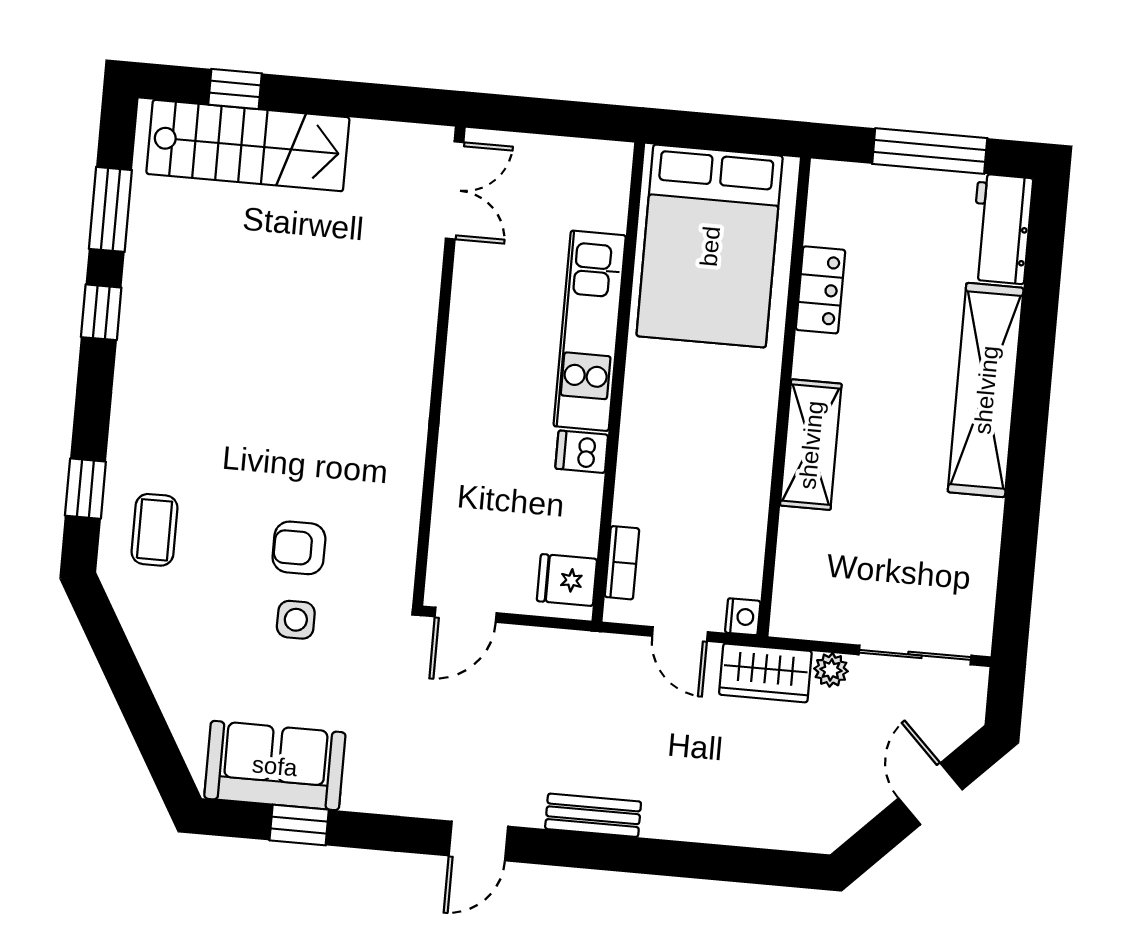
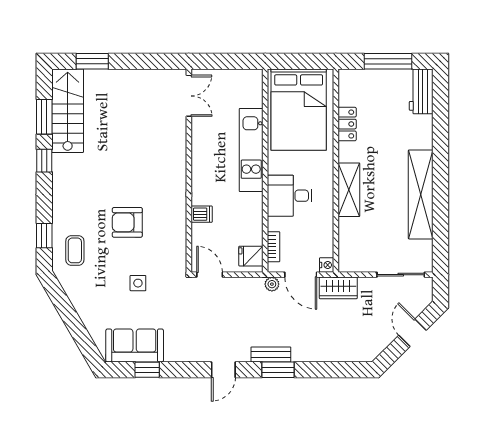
window: (235, 89) -> (92, 61), width x1.50
stairs: (248, 146) -> (68, 111), moved, turned -90
shelving: (986, 390) -> (421, 194), moved
desk: (671, 446) -> (290, 196), added
dishwasher: (582, 452) -> (202, 214), moved, turned 180
armchair: (299, 548) -> (127, 222), moved, width x1.38, depth x1.38
door: (466, 615) -> (210, 275), swing flipped
door: (680, 634) -> (301, 275), width x1.38
plant: (831, 670) -> (272, 284), moved
window: (607, 852) -> (278, 370), added

